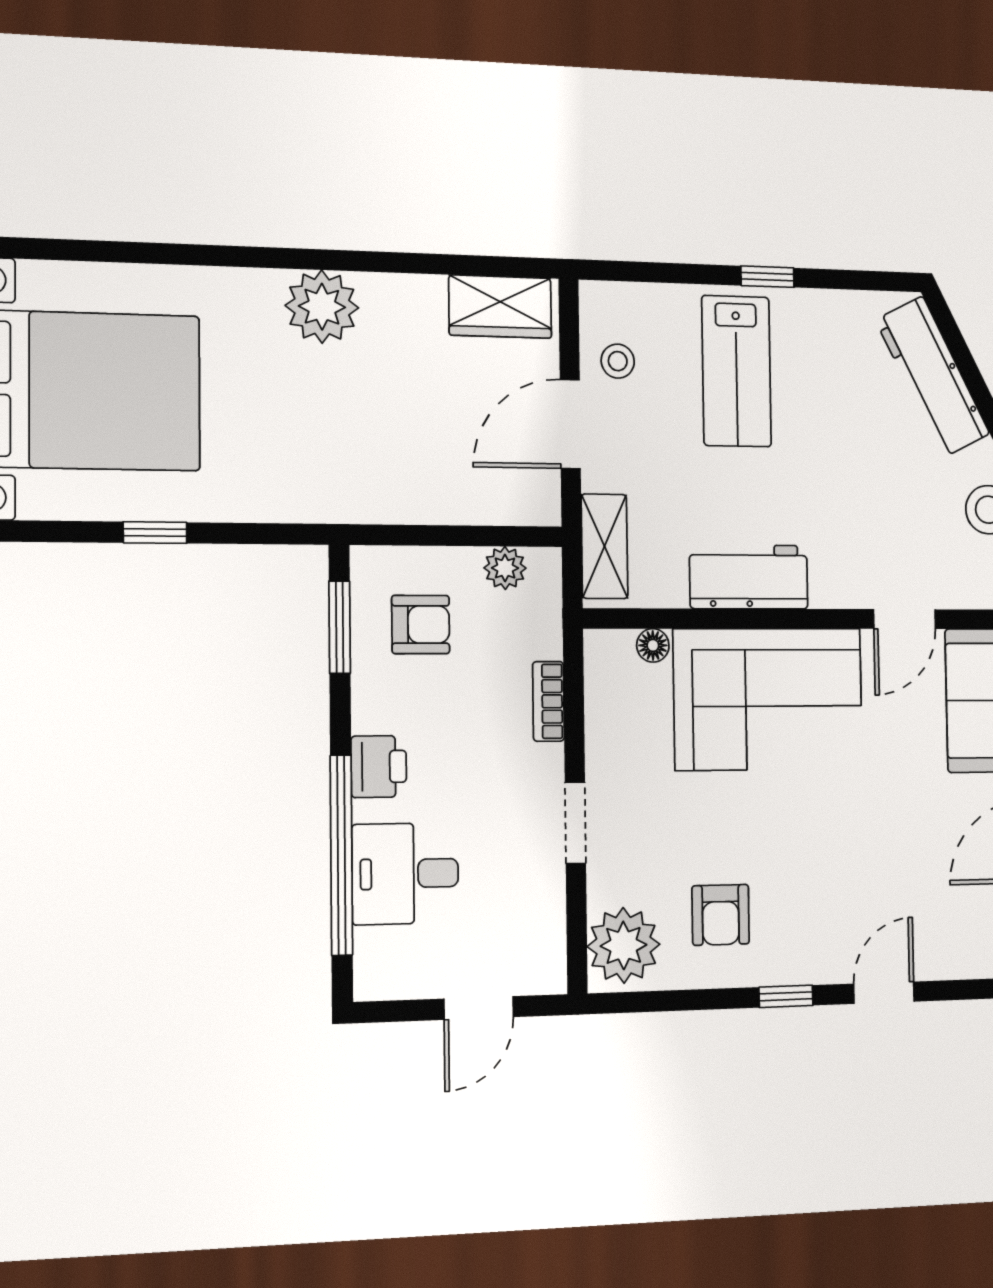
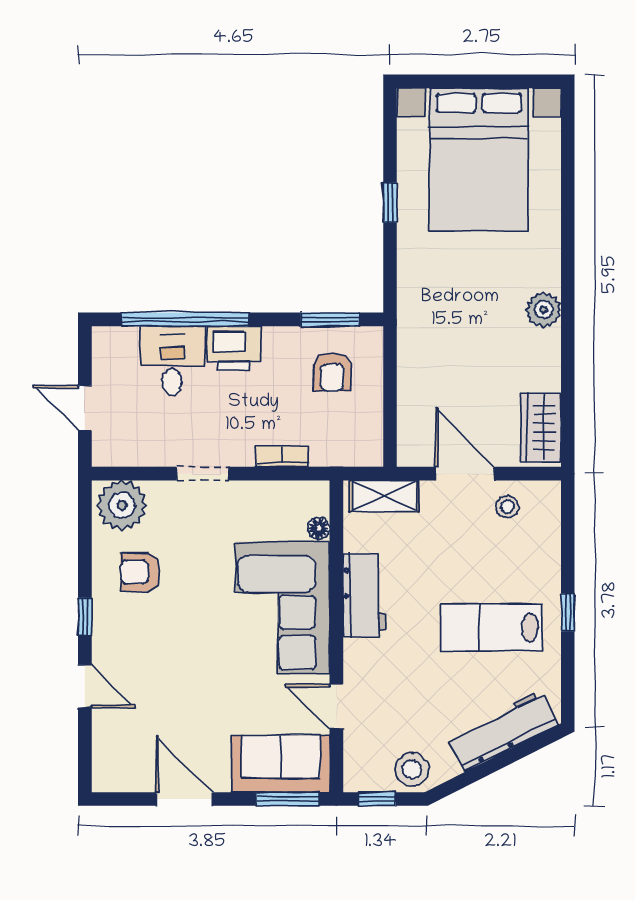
plant: (322, 307) -> (544, 310), width x0.73, depth x0.73
lab bench: (737, 371) -> (491, 628), moved
plant: (505, 568) -> (369, 429), removed
printer: (379, 767) -> (234, 348), width x1.36, depth x1.24

